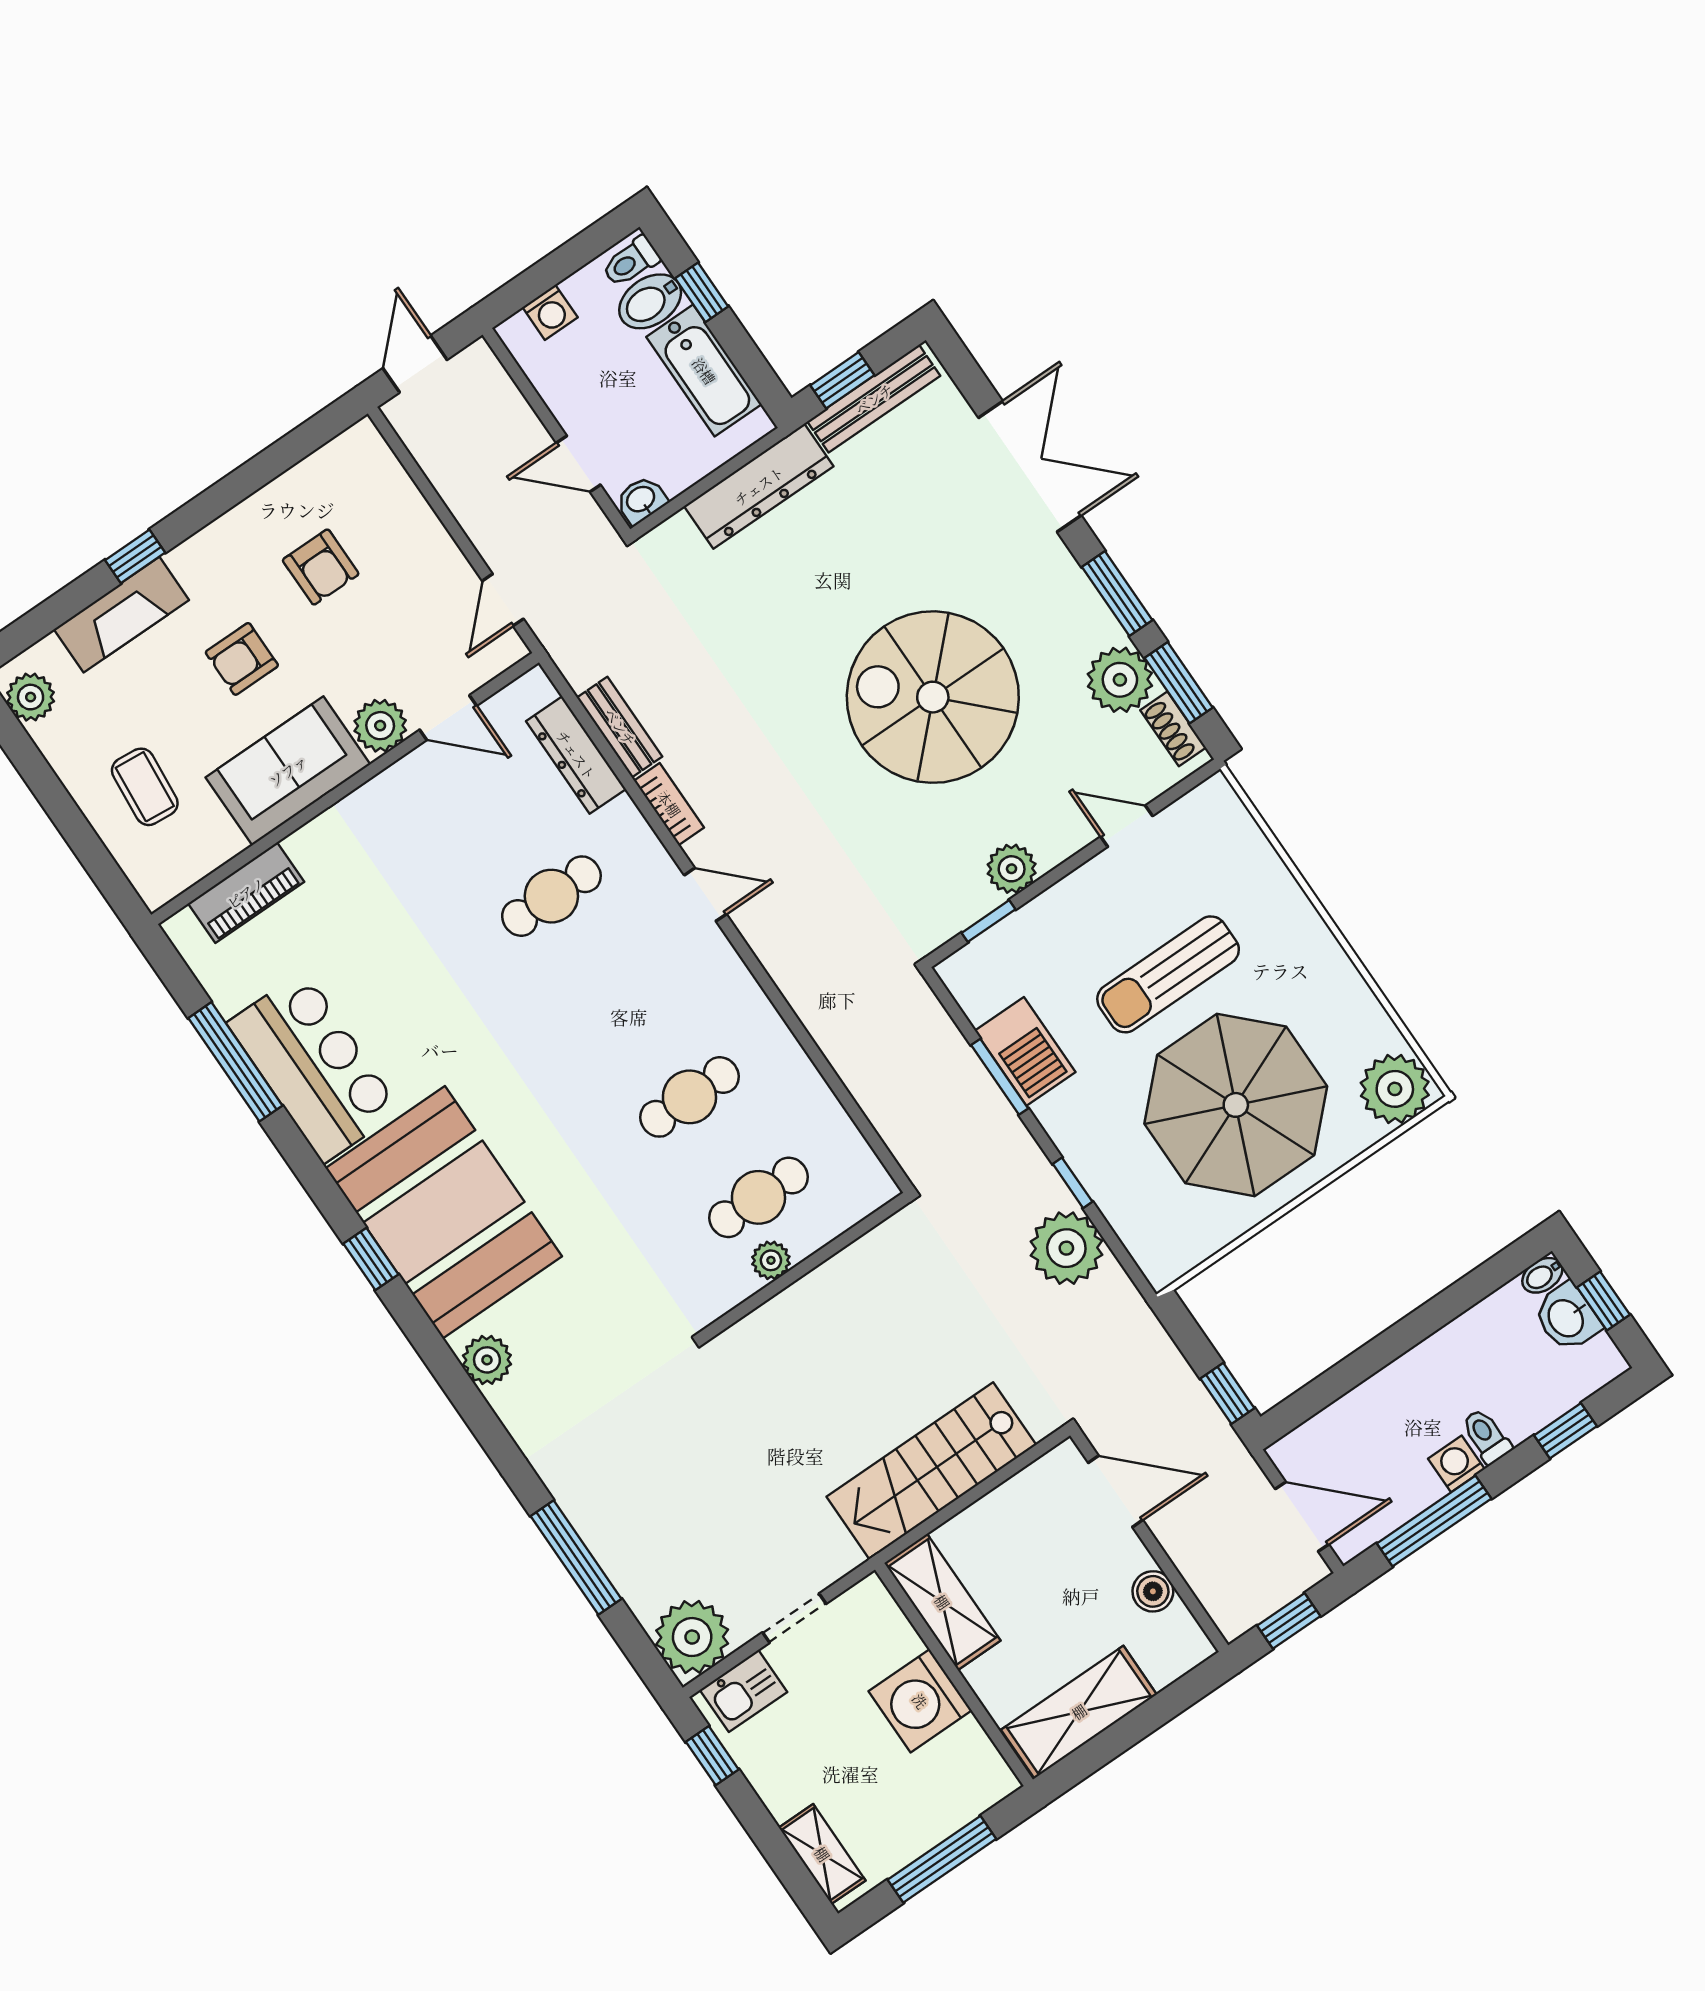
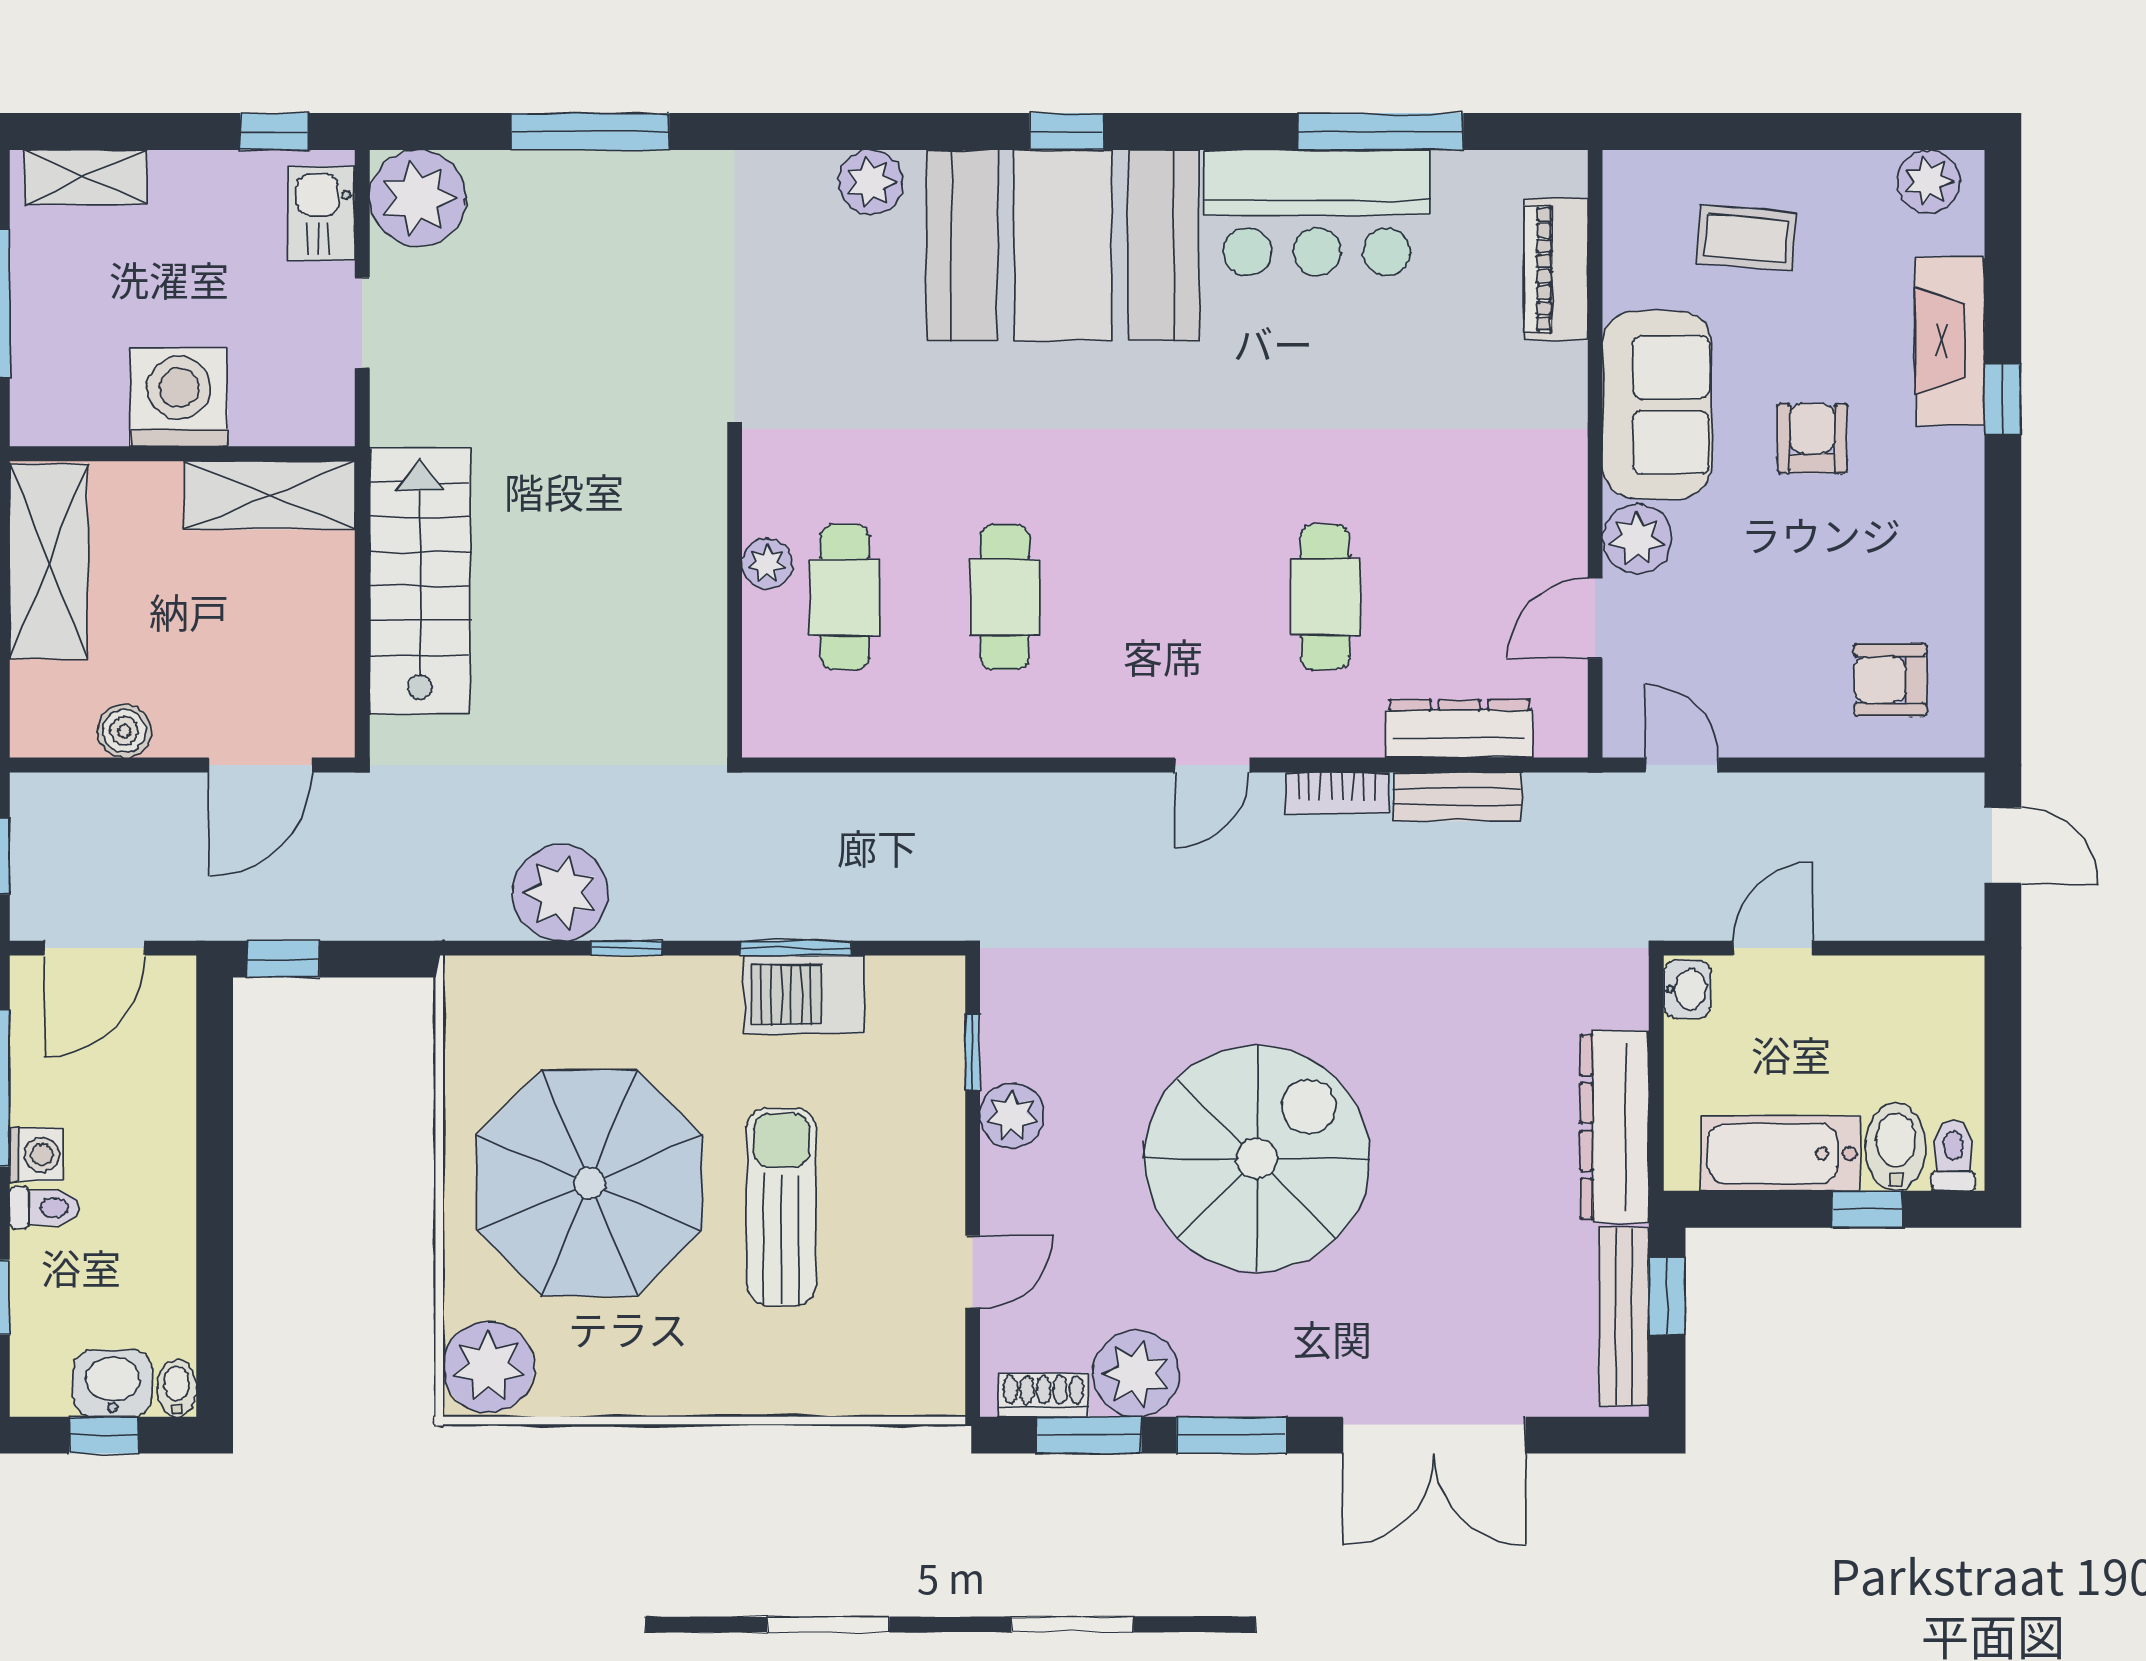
washing machine: (550, 312) -> (1958, 1030), removed
armchair: (321, 567) -> (1890, 680), moved

